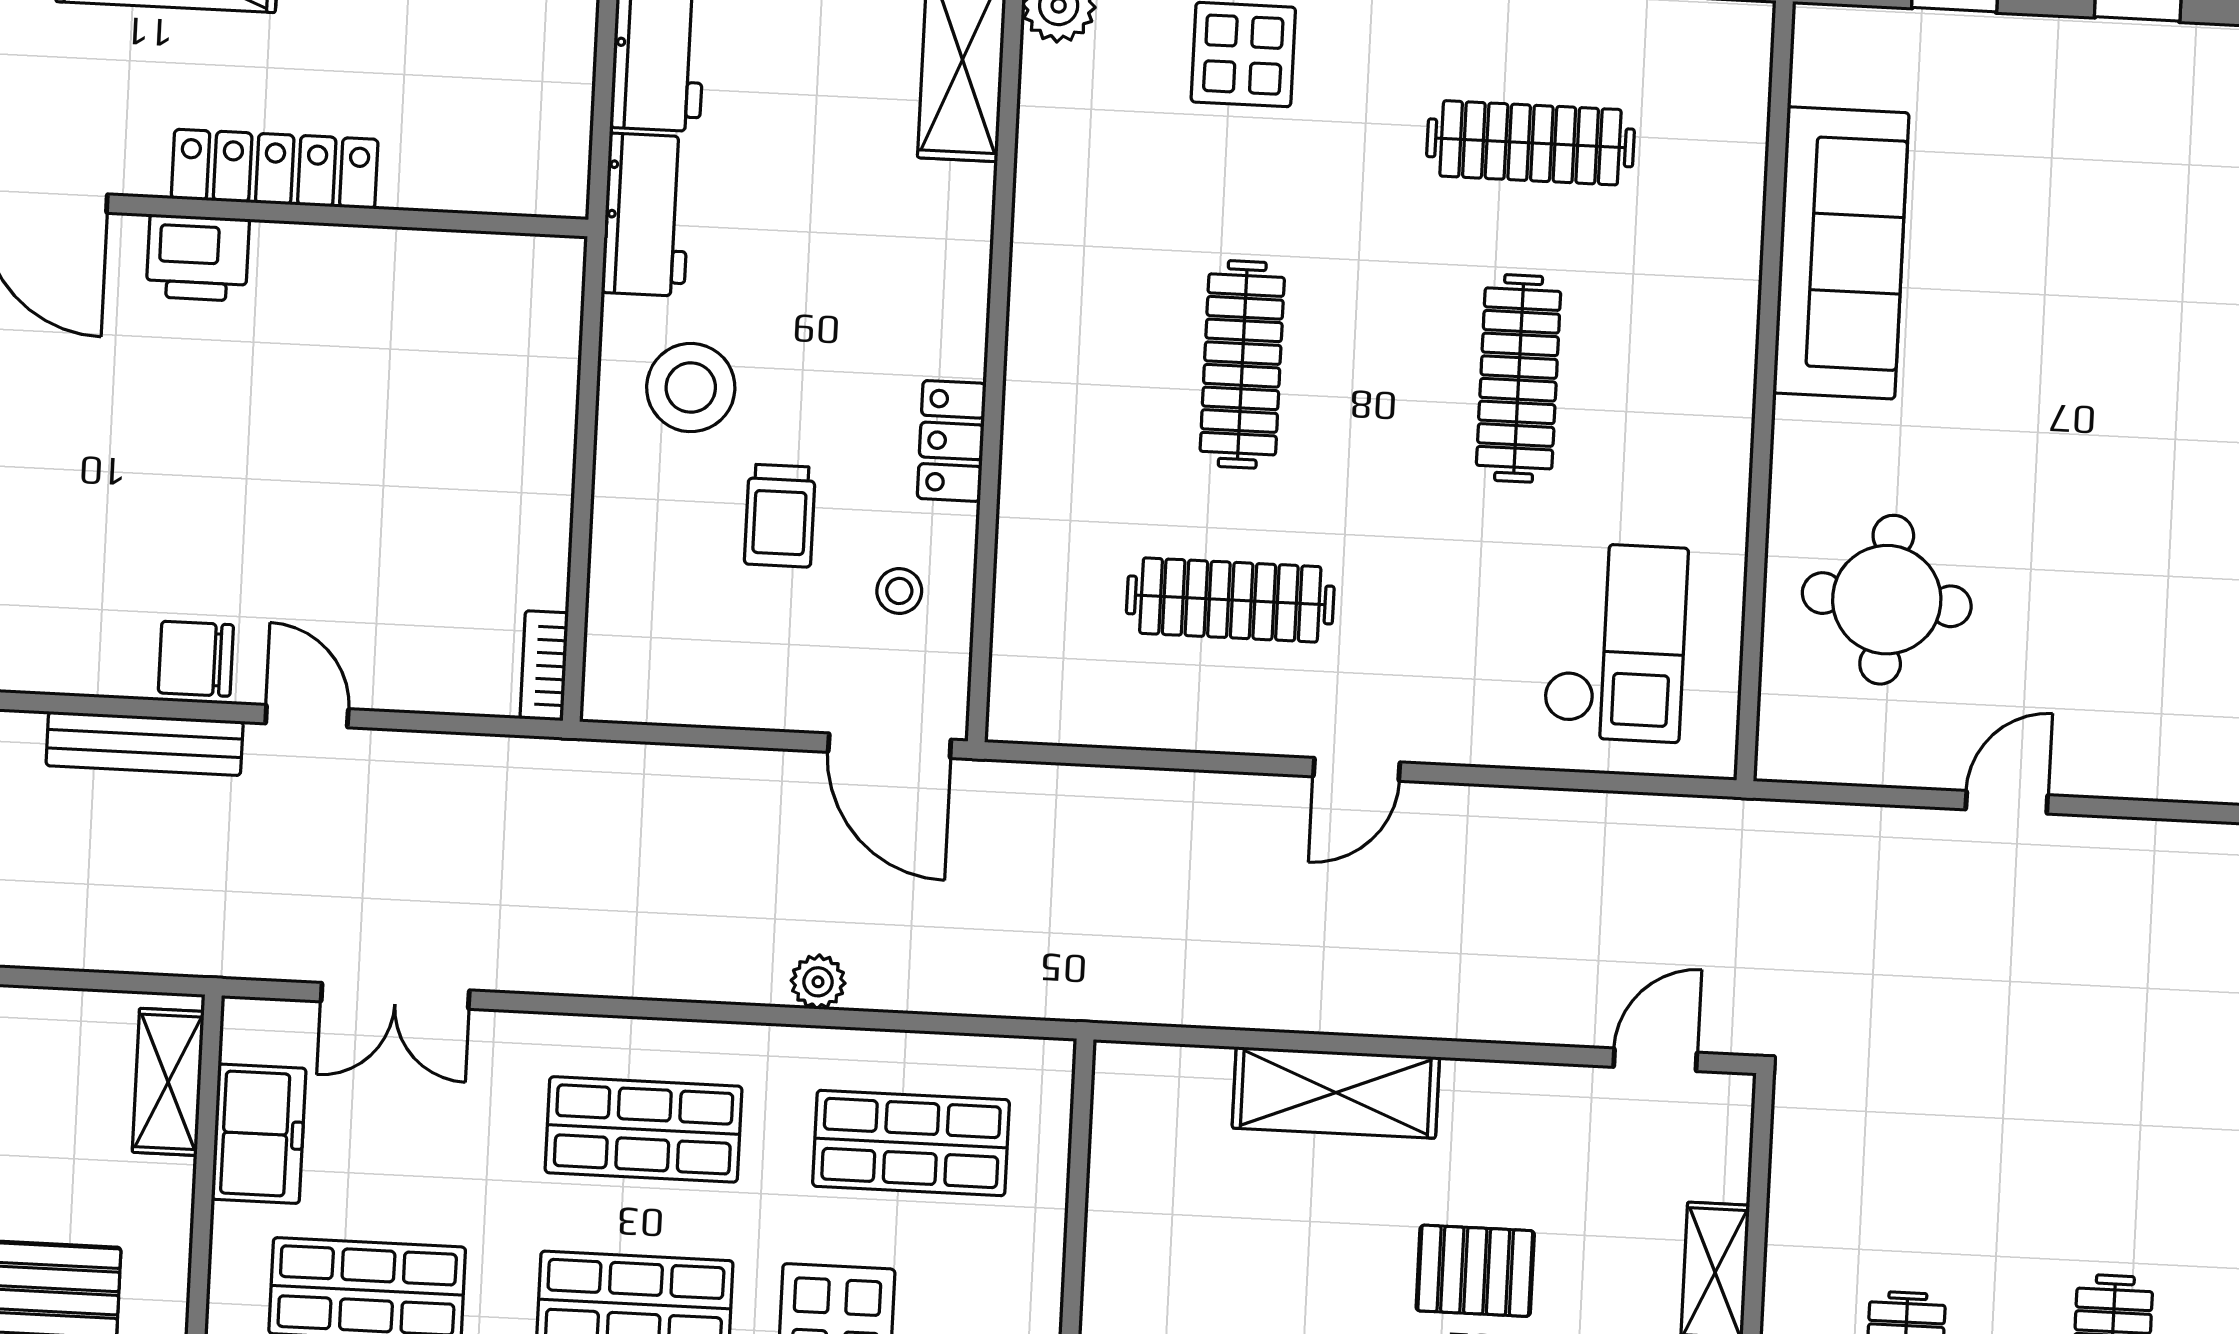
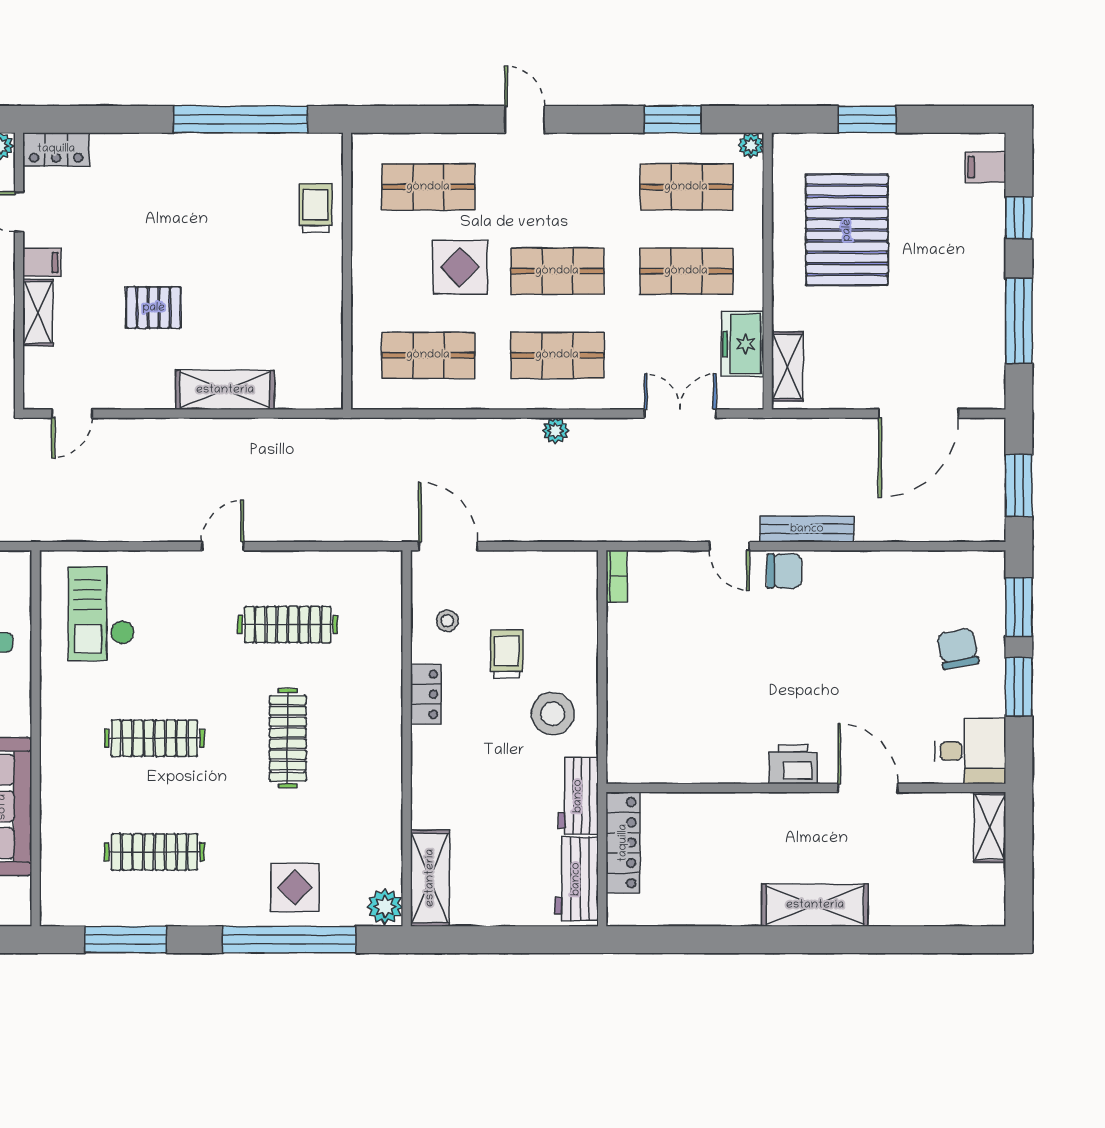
locker: (275, 169) -> (623, 843), moved, turned -90
clothes rail: (1519, 378) -> (154, 738), turned 90
plant: (818, 982) -> (555, 431), moved

